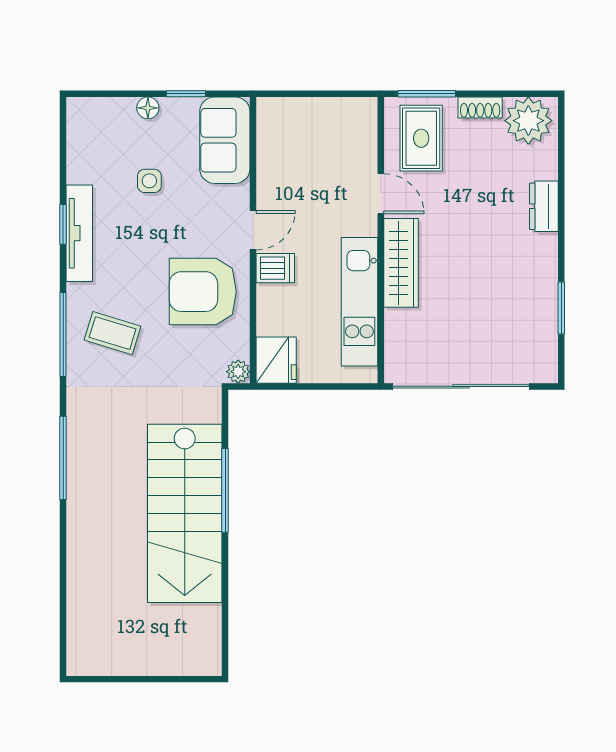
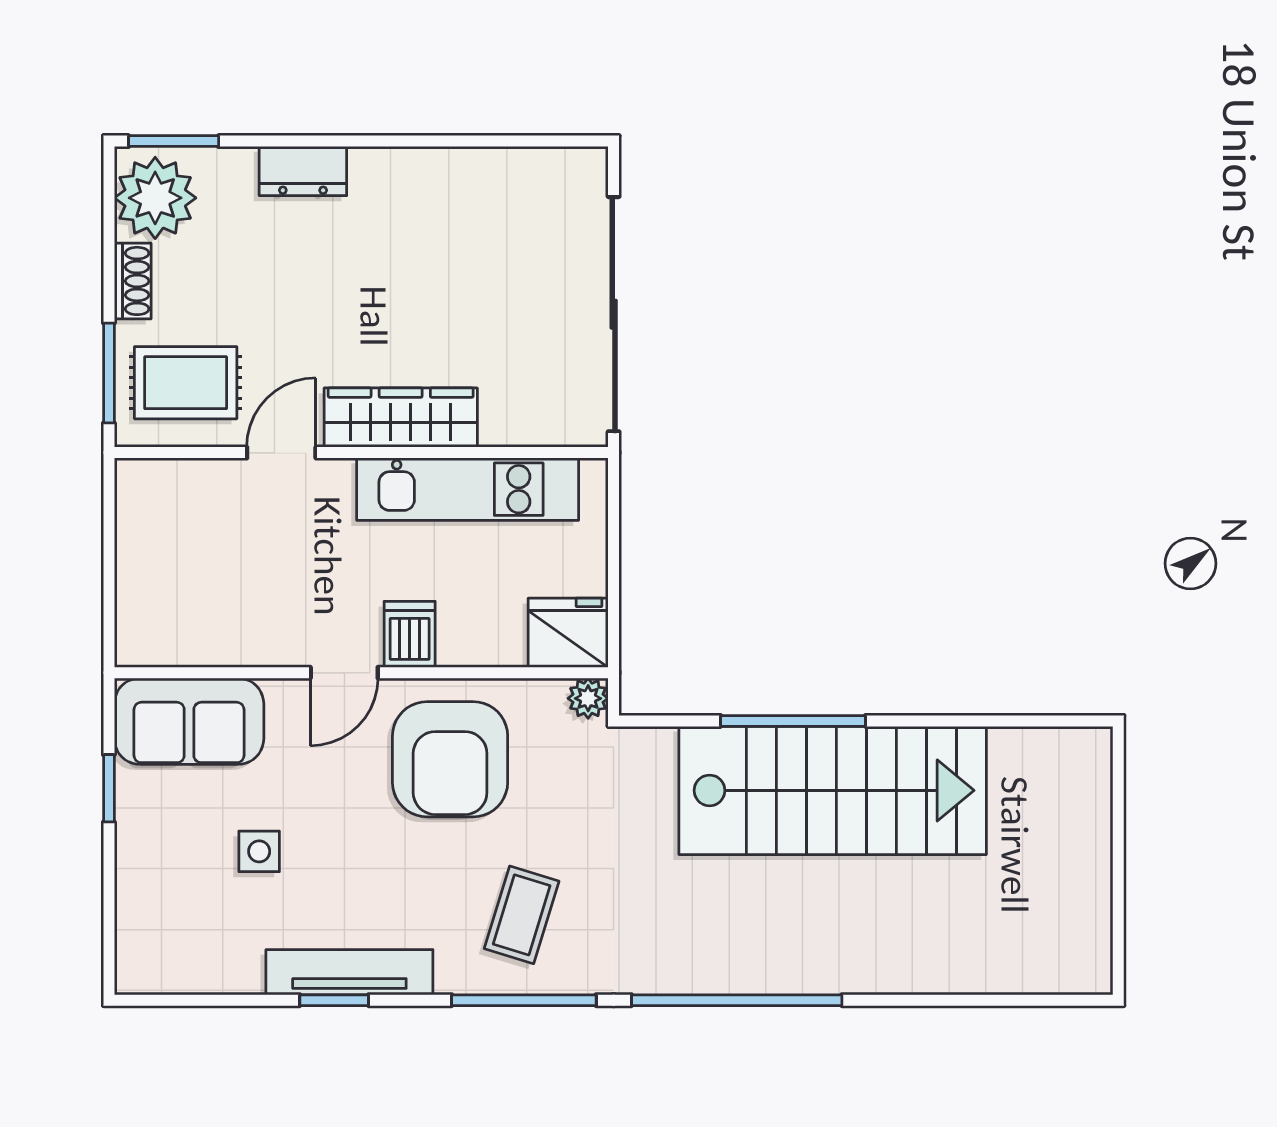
floor lamp: (148, 108) -> (133, 854), removed
door: (253, 230) -> (344, 673), swing flipped
window: (561, 308) -> (174, 141), moved
window: (63, 458) -> (737, 1000), width x1.46

